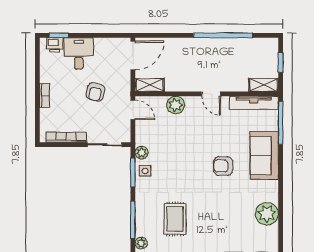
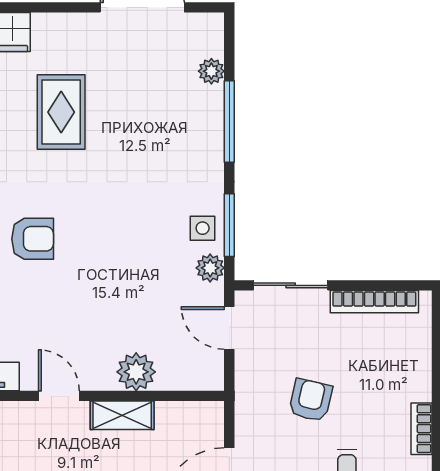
shelving: (150, 85) -> (122, 415), moved
bookcase: (44, 96) -> (422, 429), moved
door: (133, 110) -> (229, 328), moved
rug: (175, 219) -> (61, 112), moved

